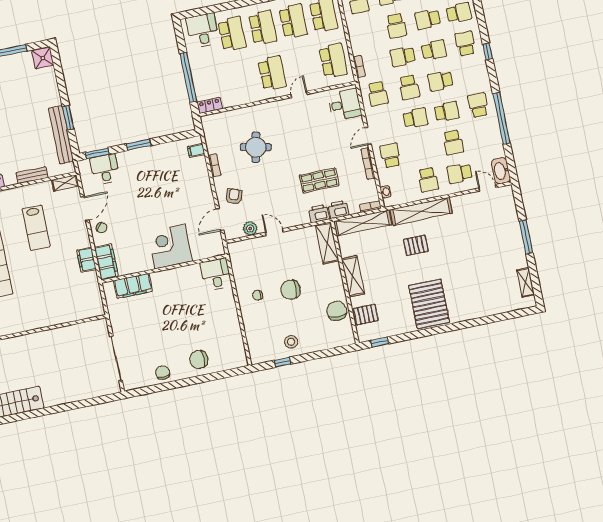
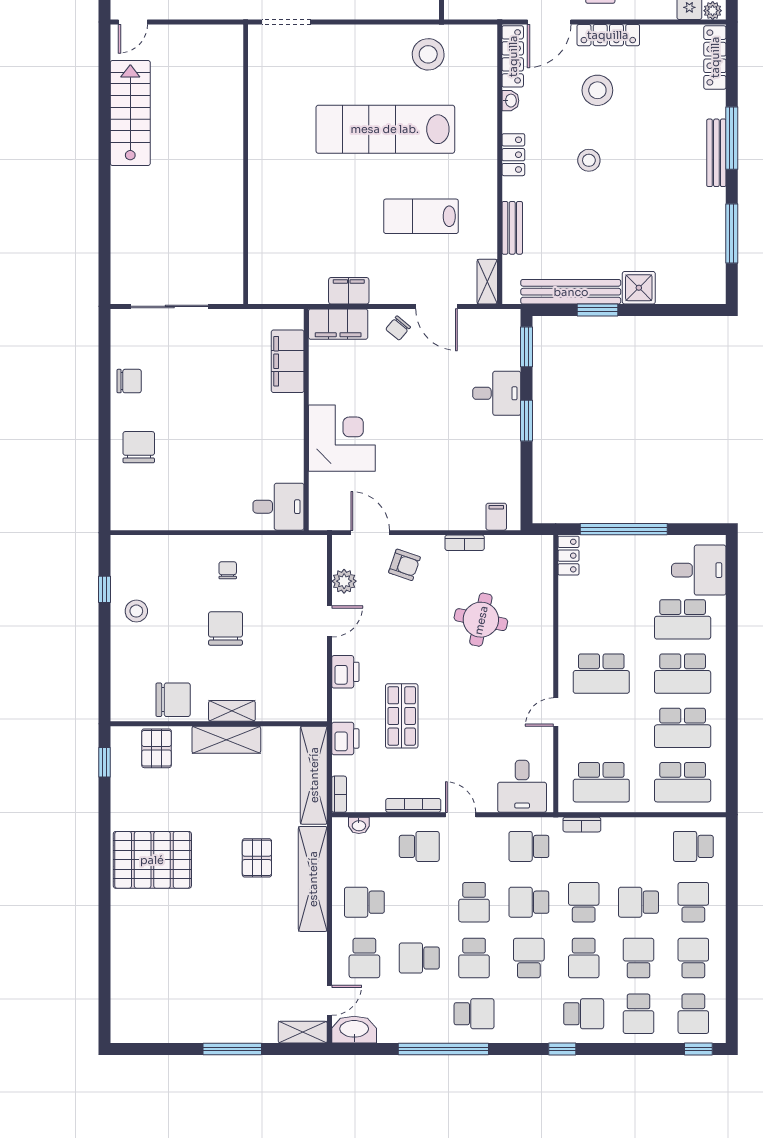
shower: (43, 58) -> (639, 288), moved
door: (299, 94) -> (556, 712), swing flipped
desk: (105, 169) -> (497, 393), moved
school desk: (460, 173) -> (364, 958), turned 180
printer: (319, 214) -> (345, 672), moved
shelving: (327, 243) -> (232, 711), moved, width x0.67, depth x0.75
shelving: (526, 282) -> (303, 1032), moved

